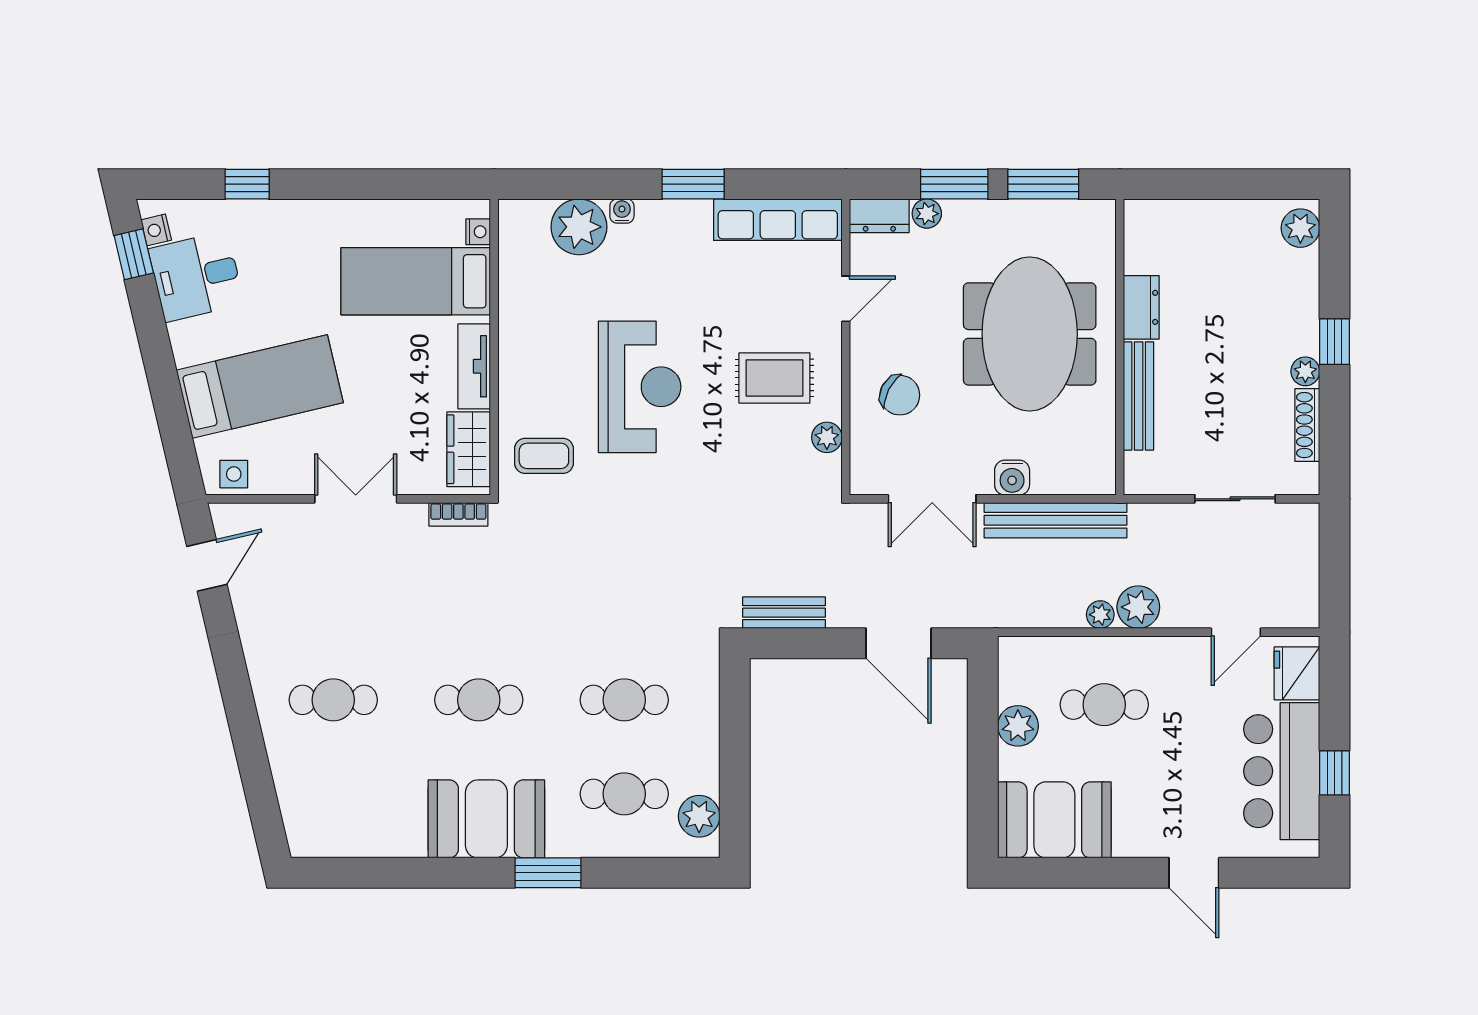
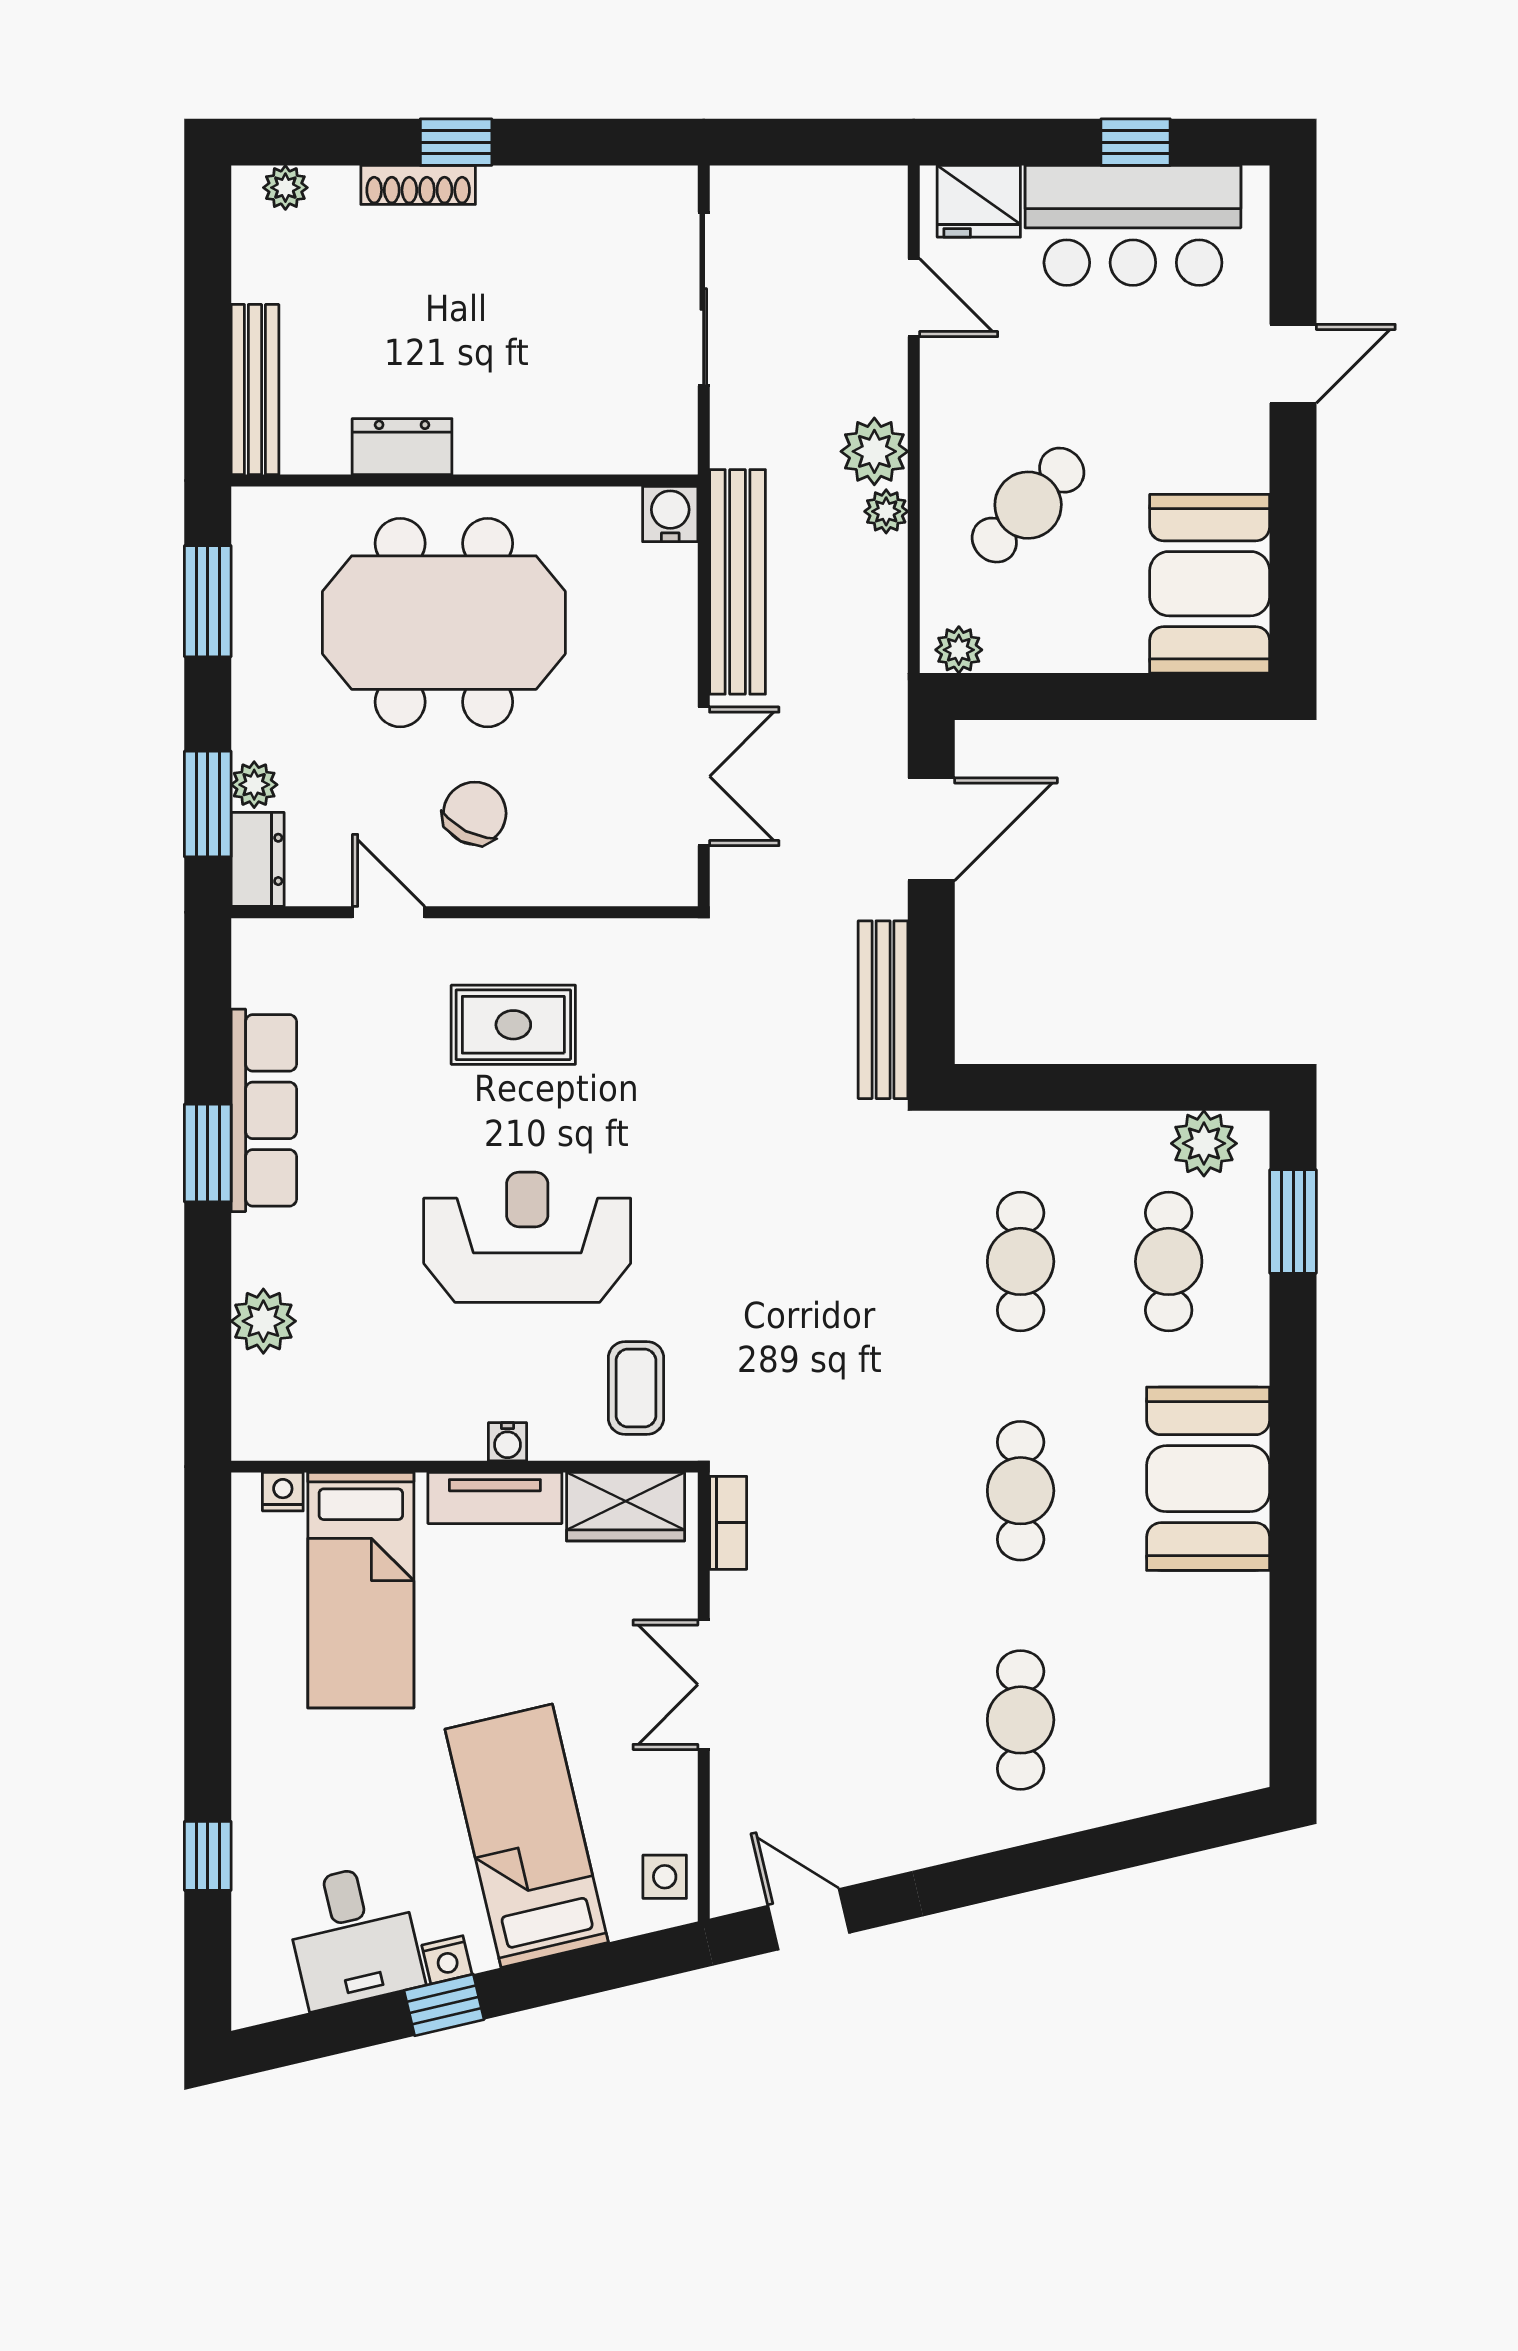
window: (954, 184) -> (208, 804), moved
water cooler: (622, 211) -> (507, 1442), moved, turned -90
row of seats: (778, 220) -> (264, 1110), moved
plant: (579, 227) -> (263, 1321), width x0.73, depth x0.73
plant: (1300, 228) -> (285, 188), width x0.73, depth x0.73
nightstand: (156, 230) -> (447, 1960), moved
window: (134, 254) -> (444, 2005), moved
plant: (1305, 371) -> (503, 188), removed
rug: (774, 378) -> (513, 1025), turned 90
chair: (900, 395) -> (475, 813), moved
bench: (1139, 396) -> (255, 390), moved, turned 90
shoe rack: (1307, 425) -> (418, 185), moved
plant: (827, 437) -> (607, 942), removed
water cooler: (1012, 478) -> (670, 514), moved, turned -90
sliding door: (1235, 499) -> (704, 299), width x1.37
bench: (784, 613) -> (883, 1010), width x1.36
cafe table: (1104, 705) -> (1028, 505), turned 44
plant: (1018, 726) -> (959, 650), moved, width x0.73, depth x0.73
window: (548, 873) -> (1293, 1222), moved

